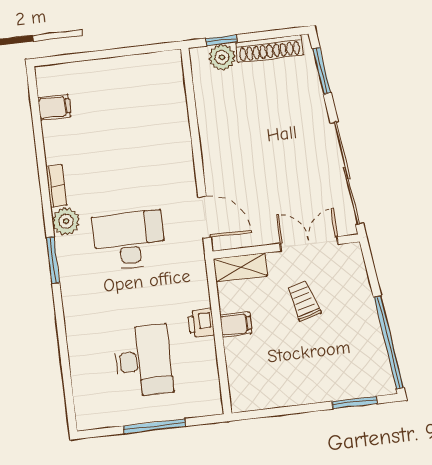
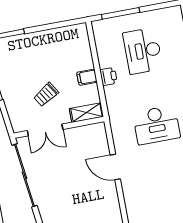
door: (205, 217) -> (115, 167), moved
trolley: (304, 301) -> (46, 95), turned 74
window: (154, 426) -> (121, 13), moved

